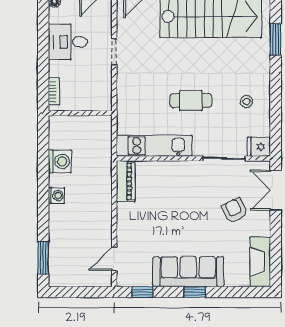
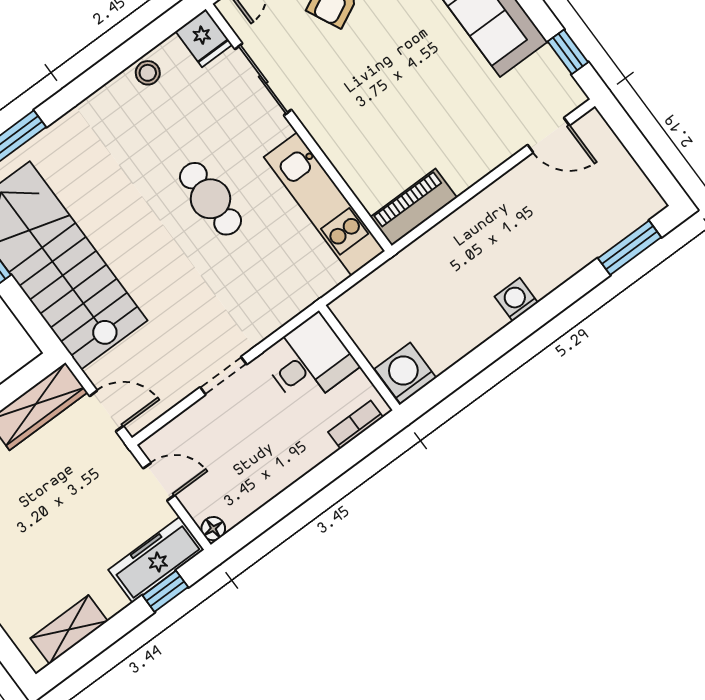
desk: (68, 42) -> (309, 361), moved, turned -90
stool: (247, 101) -> (148, 73), moved
washing machine: (60, 161) -> (405, 373), moved

